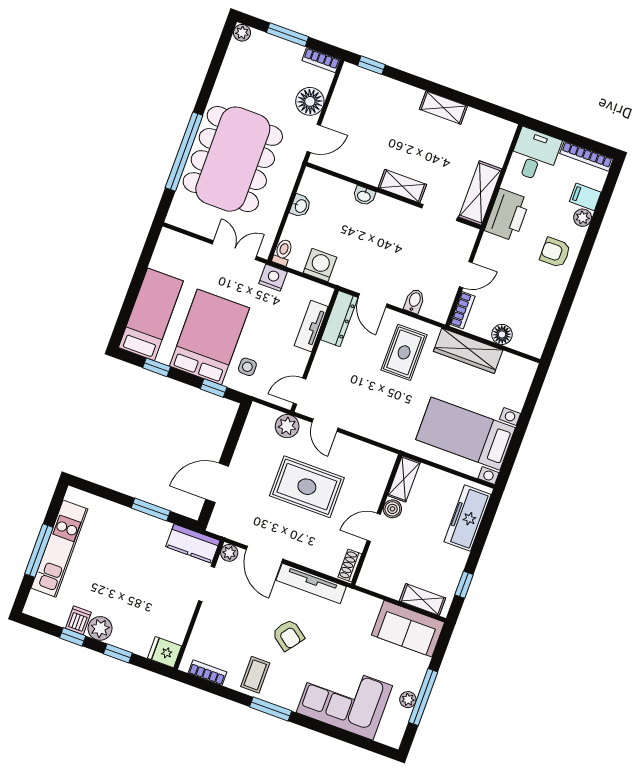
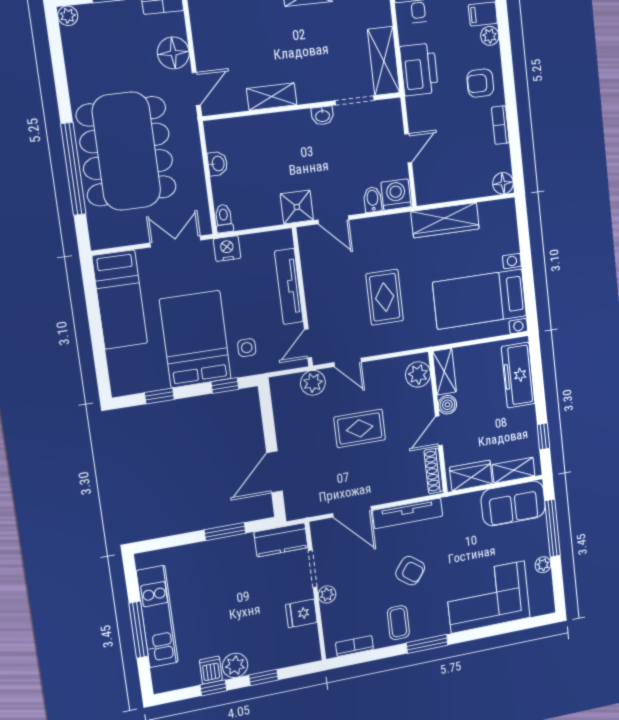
shelving: (402, 186) -> (272, 97), moved
washbasin: (364, 196) -> (323, 116), moved
washing machine: (320, 265) -> (396, 195), moved
shower: (347, 274) -> (297, 207), added
bookcase: (463, 310) -> (500, 125), moved, turned 180
bed: (151, 314) -> (120, 300), moved, turned 180
dresser: (339, 319) -> (311, 254), removed
tv unit: (311, 326) -> (289, 286), width x1.41
floor lamp: (502, 334) -> (503, 183), moved
rug: (404, 352) -> (385, 297), moved
plant: (380, 469) -> (418, 374), added
rug: (307, 487) -> (360, 428), width x0.73, depth x0.70
plant: (229, 553) -> (327, 594), moved
shoe rack: (350, 565) -> (434, 471), width x1.43
wardrobe: (383, 582) -> (471, 476), added
fridge: (165, 652) -> (301, 613), moved
window: (423, 697) -> (552, 528), moved

